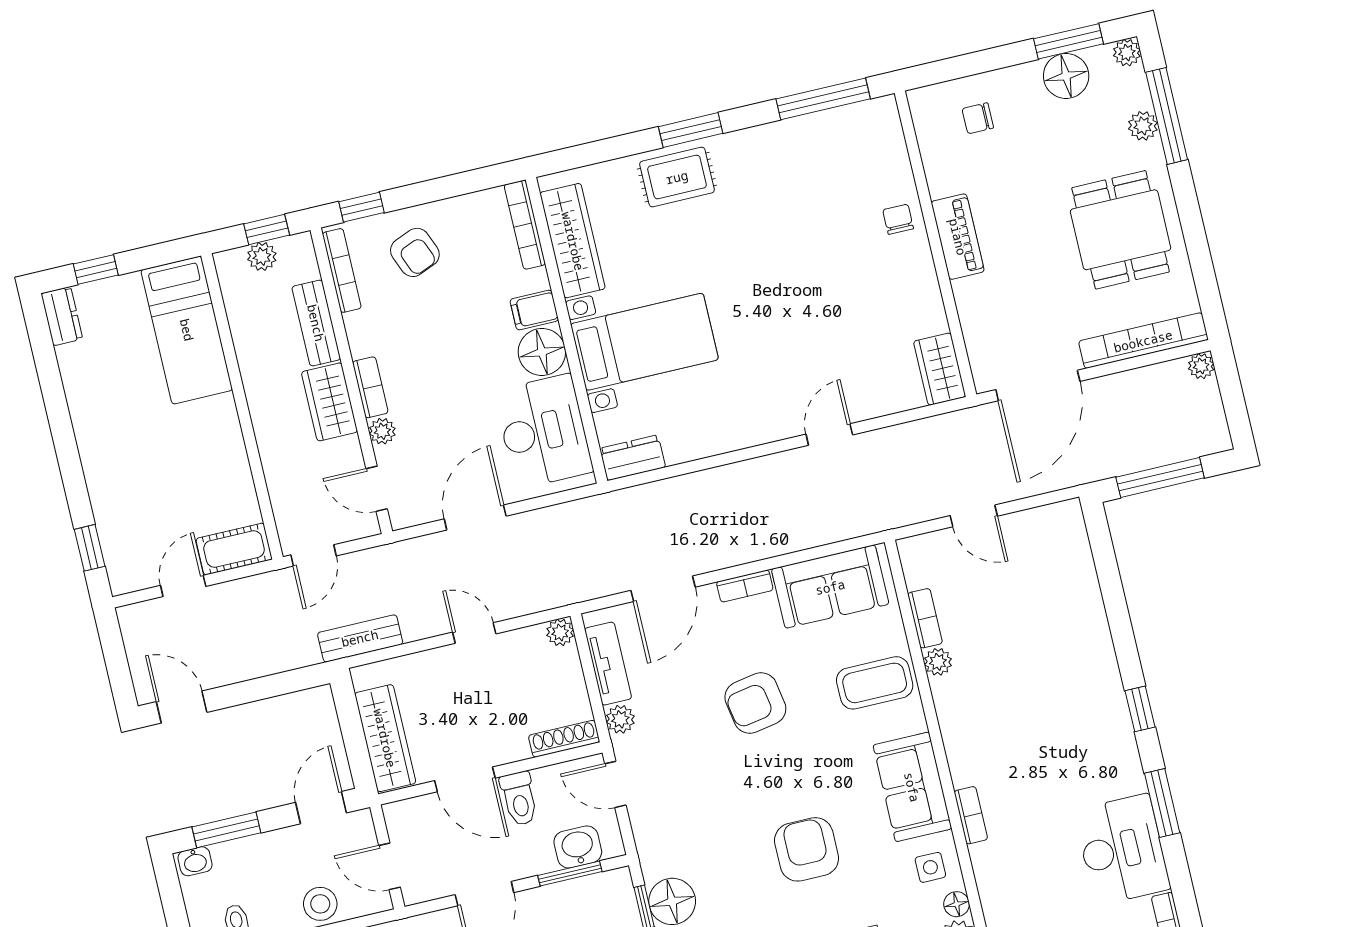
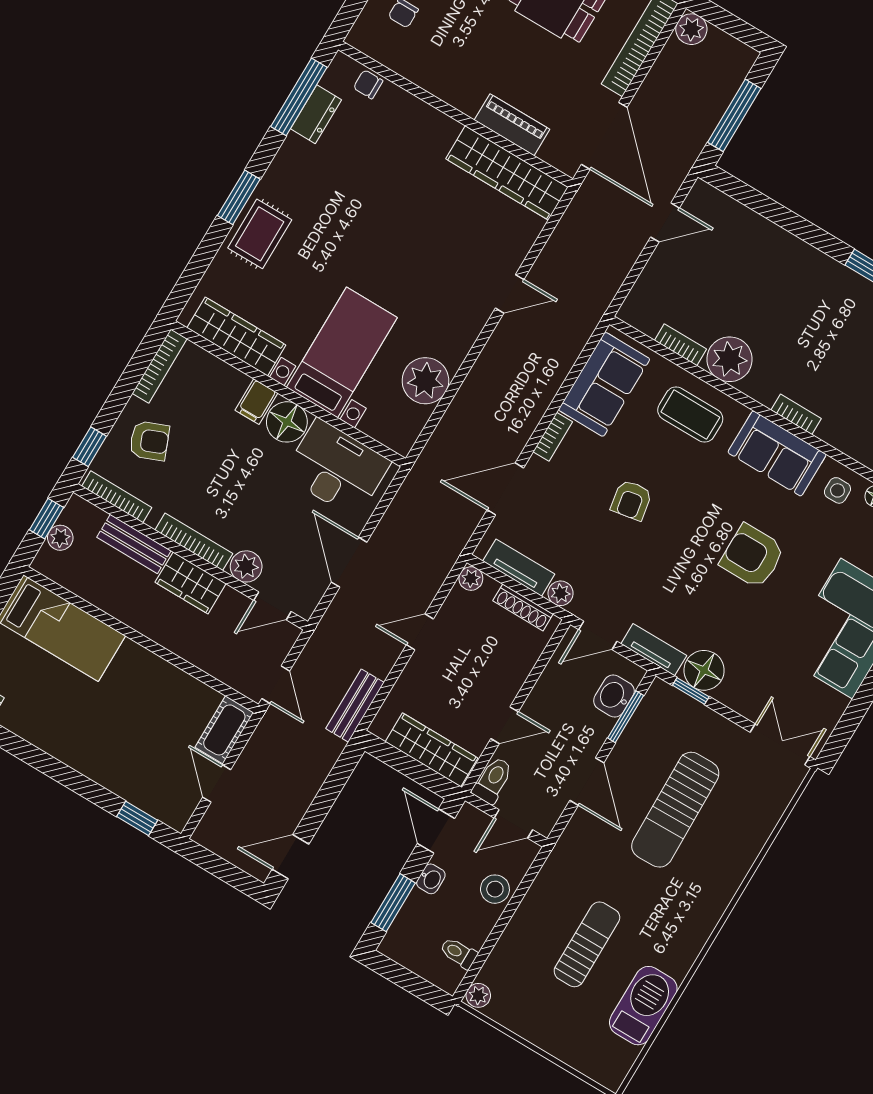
chair: (898, 219) -> (368, 84), moved
bookcase: (525, 225) -> (160, 366), moved, turned -90
piano: (958, 237) -> (512, 125), moved
plant: (1201, 366) -> (691, 29), width x1.38, depth x1.38
wardrobe: (940, 369) -> (507, 173), width x2.10, depth x1.17
bookcase: (370, 387) -> (194, 542), width x1.56
plant: (382, 431) -> (246, 566), width x1.38, depth x1.38
plant: (689, 434) -> (425, 381), added
door: (829, 434) -> (510, 294), swing flipped
dresser: (633, 458) -> (316, 114), moved, turned 180
door: (974, 516) -> (665, 222), moved
door: (663, 589) -> (505, 489), swing flipped
plant: (938, 662) -> (730, 359), width x1.87, depth x1.87
coffee table: (875, 683) -> (690, 415), turned 90
armchair: (755, 703) -> (631, 500), width x0.72, depth x0.72
shoe rack: (564, 739) -> (523, 607), moved, turned -90
door: (465, 779) -> (505, 725), width x0.73
toilet: (519, 799) -> (493, 780), moved, turned -90
bookcase: (971, 815) -> (796, 414), moved
tv unit: (649, 843) -> (654, 650), added
washbasin: (195, 861) -> (431, 879), moved

